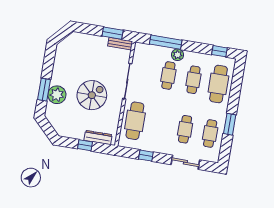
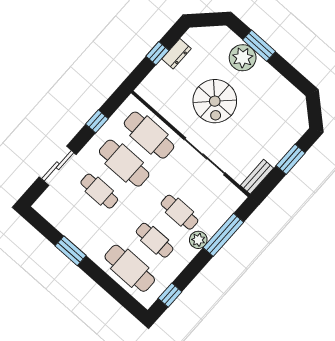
window: (113, 33) -> (291, 159), moved
cafe table: (210, 133) -> (124, 163), moved, width x1.37, depth x1.35
dresser: (98, 137) -> (177, 54), moved, width x0.70

